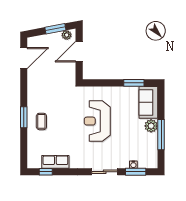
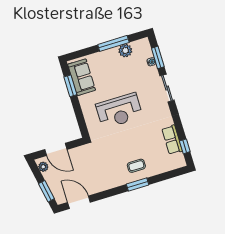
window: (55, 29) -> (46, 191), moved
sofa: (148, 102) -> (82, 77), moved, turned -90
plant: (151, 126) -> (125, 51), moved

